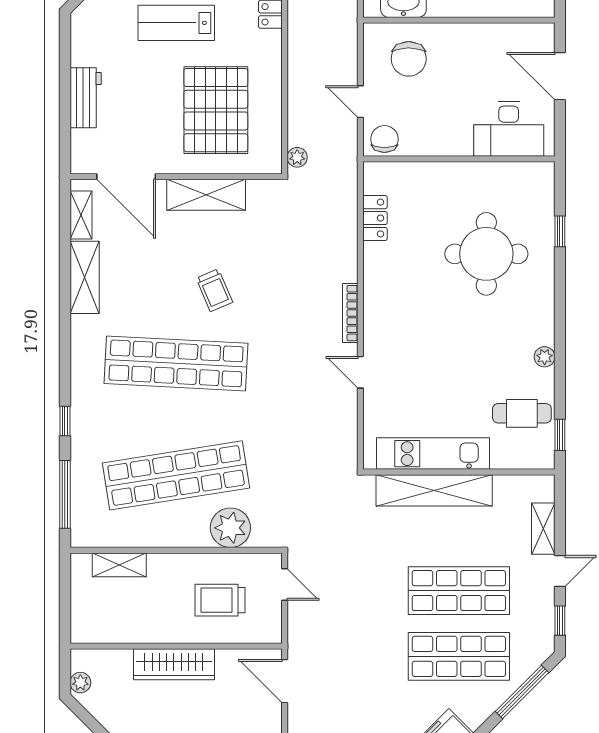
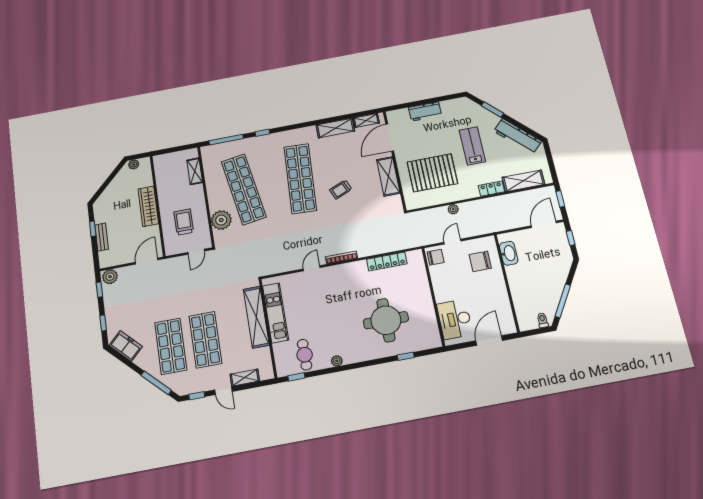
plant: (297, 157) -> (453, 209), moved
locker: (375, 218) -> (387, 262), width x1.53

